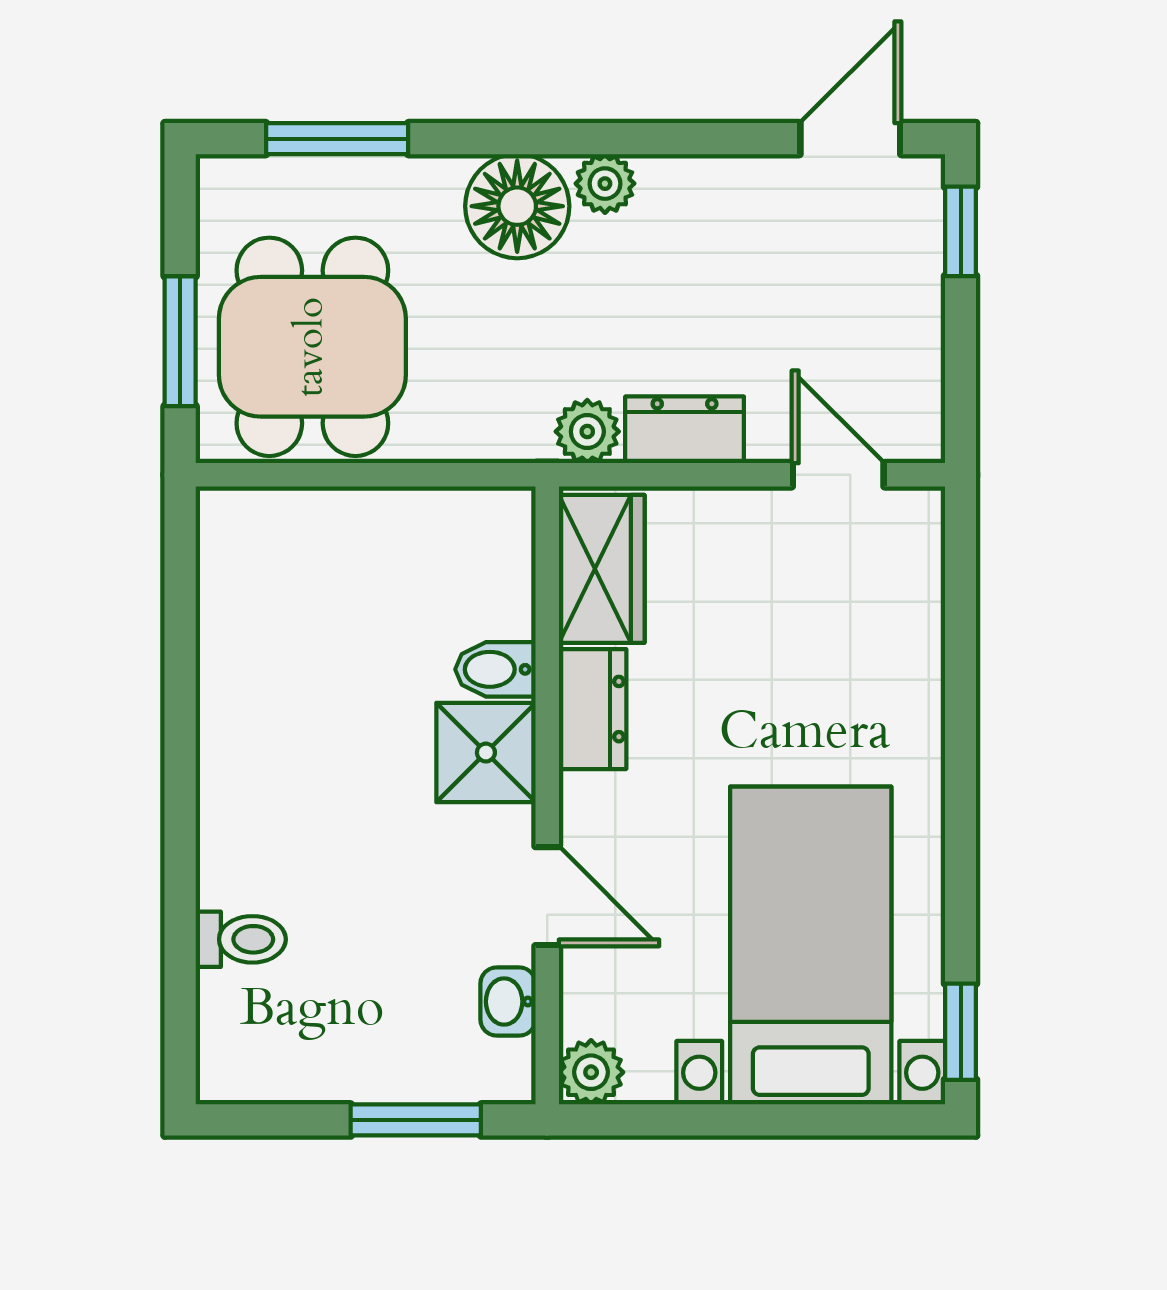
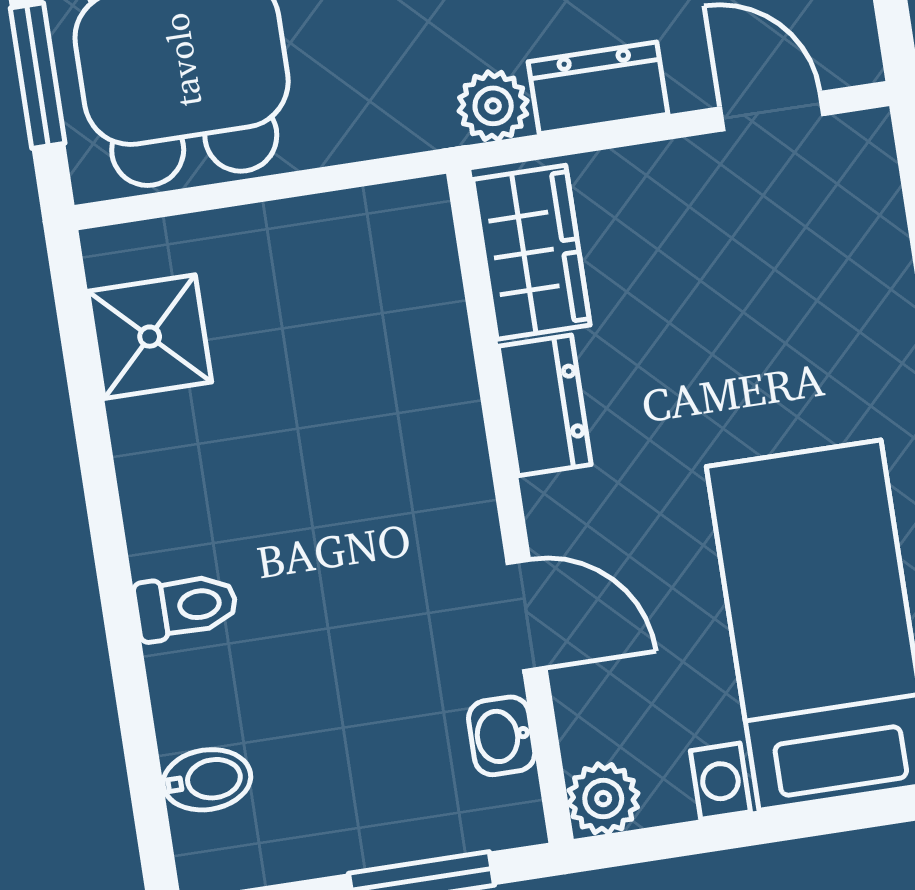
bidet: (495, 669) -> (207, 780), moved, turned 180
shower: (486, 753) -> (150, 337), moved
toilet: (241, 939) -> (186, 606), moved

